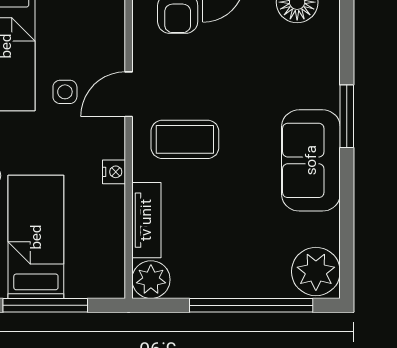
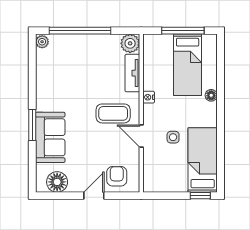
door: (129, 94) -> (141, 136), swing flipped
sofa: (311, 160) -> (50, 137), moved
plant: (316, 272) -> (42, 42), width x0.53, depth x0.53

